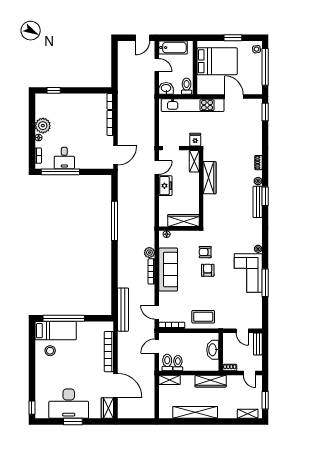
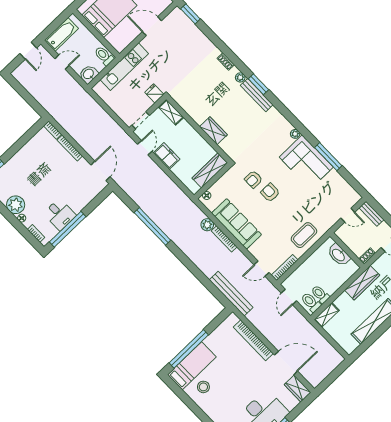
kitchen unit: (193, 105) -> (124, 67), width x0.73
wardrobe: (210, 178) -> (213, 131), moved, width x0.67

